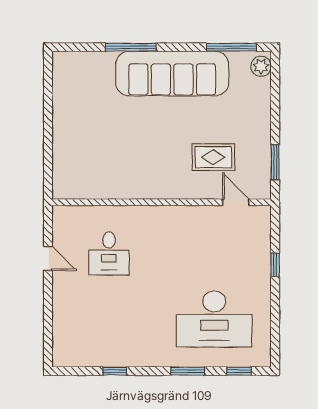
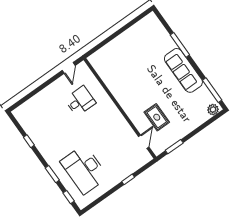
sofa: (172, 74) -> (183, 70), width x0.74, depth x0.79
desk: (109, 253) -> (80, 101), turned 180
door: (48, 258) -> (69, 68), moved

